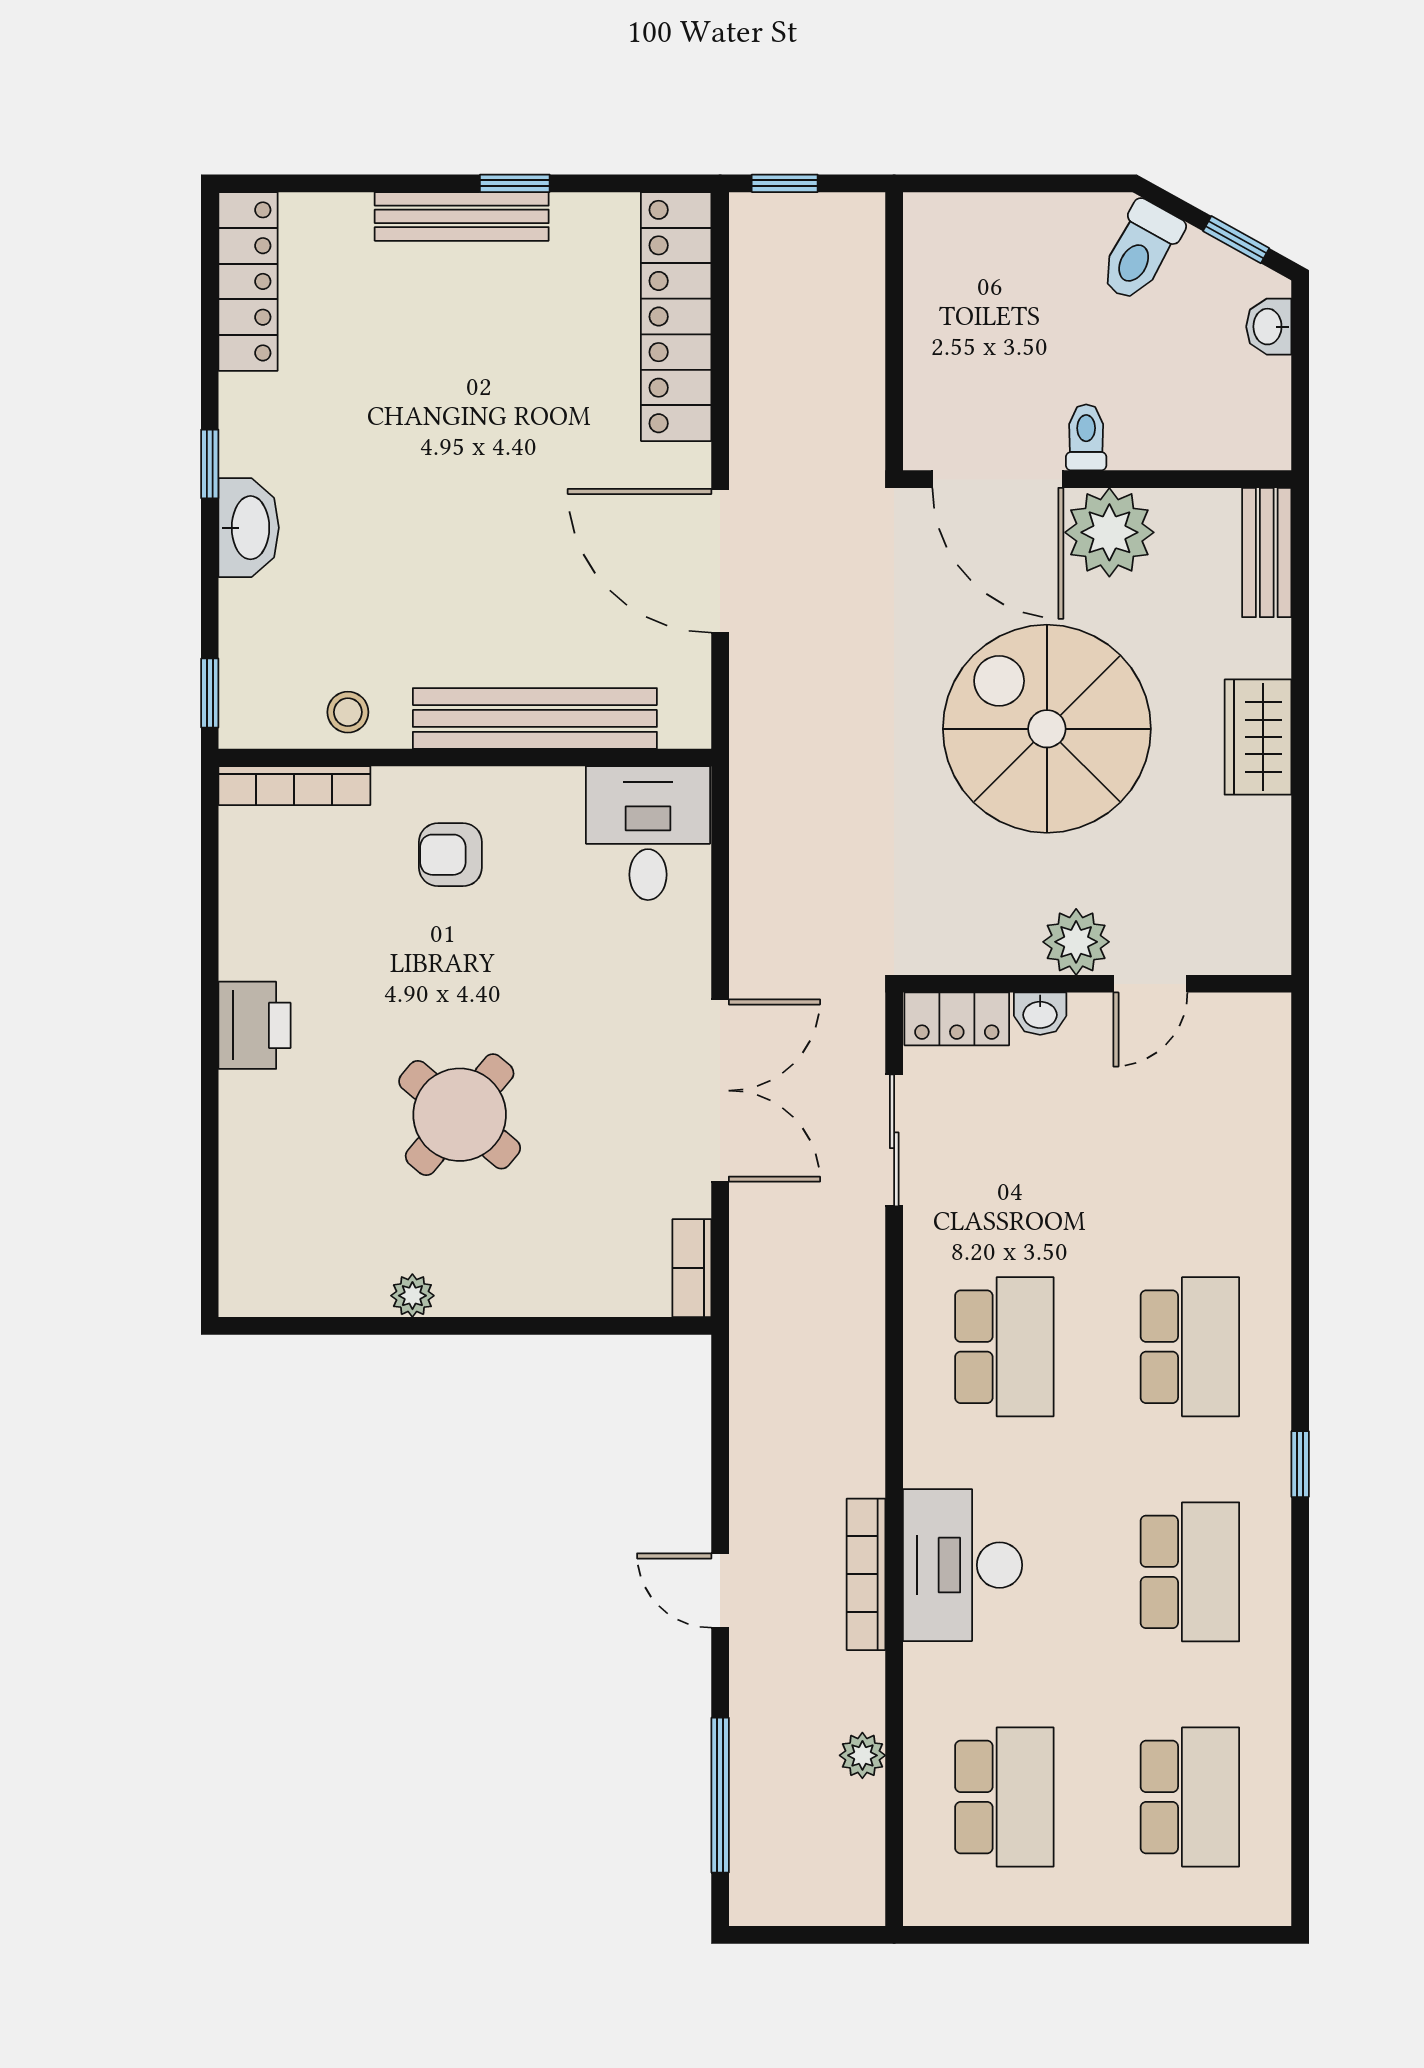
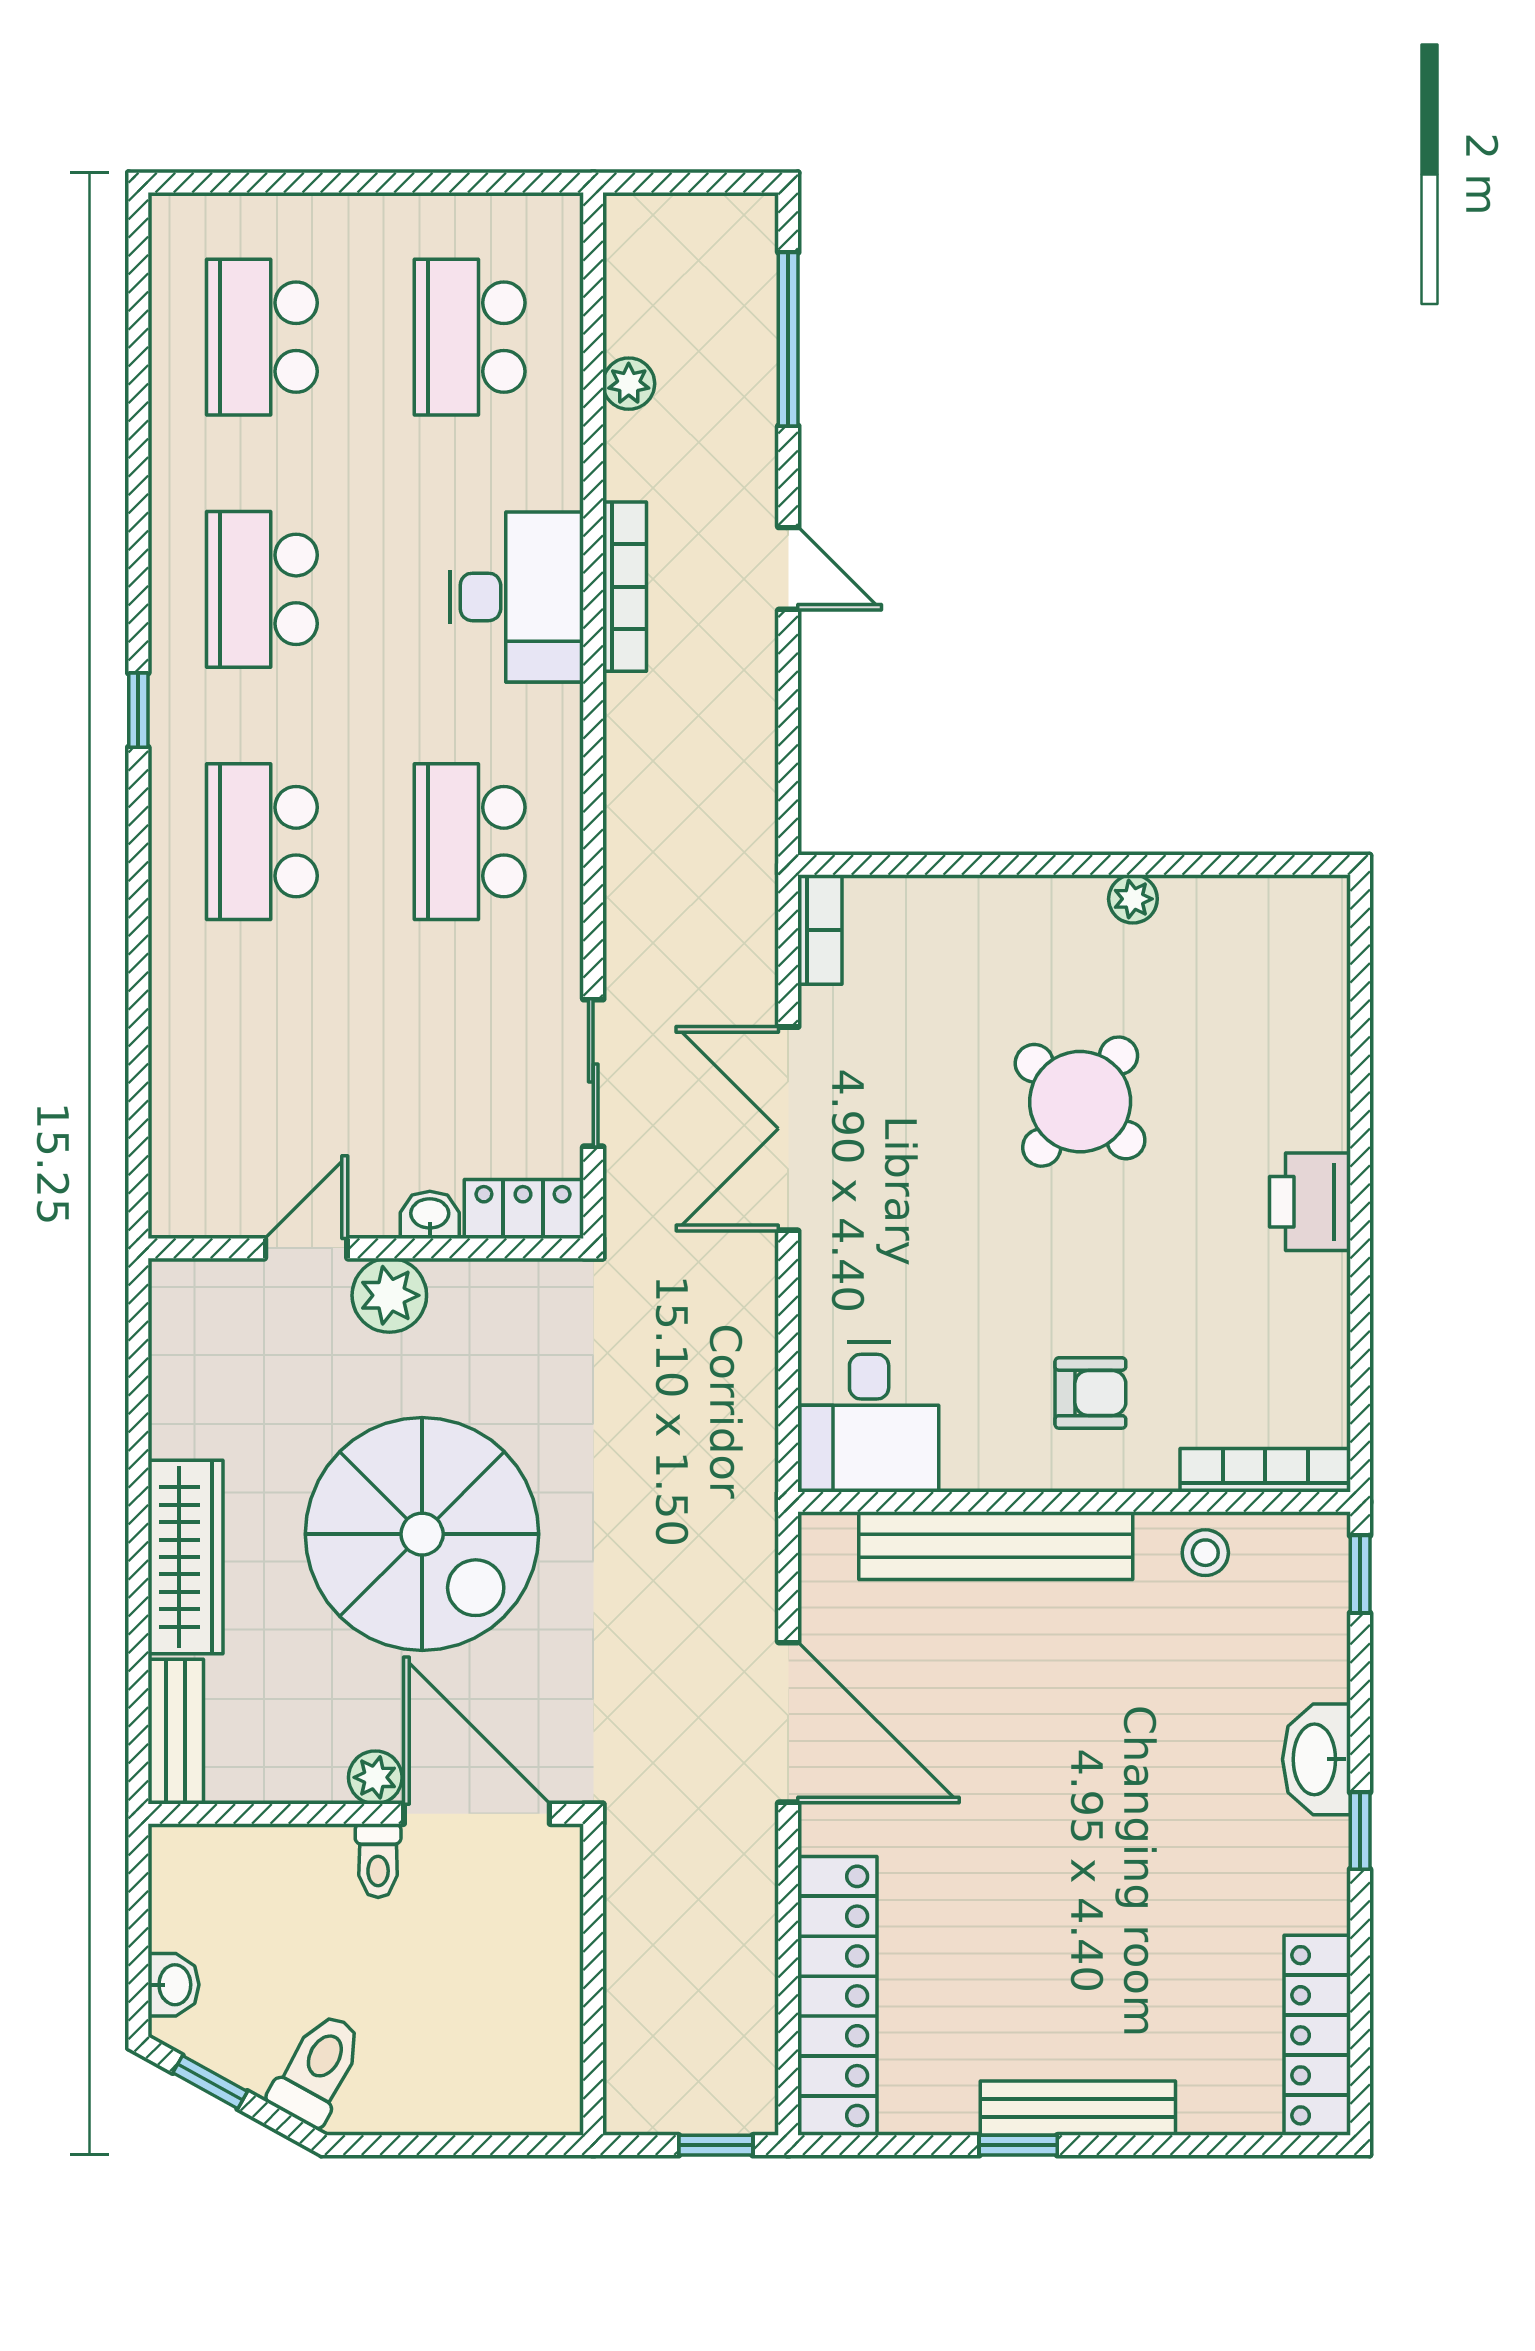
plant: (1109, 532) -> (375, 1777), width x0.53, depth x0.53
wardrobe: (1258, 737) -> (185, 1557), width x1.50

